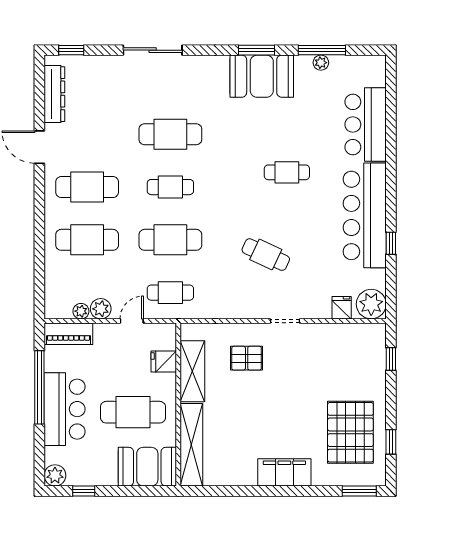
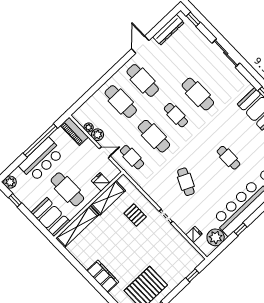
plant: (371, 304) -> (216, 237), moved

